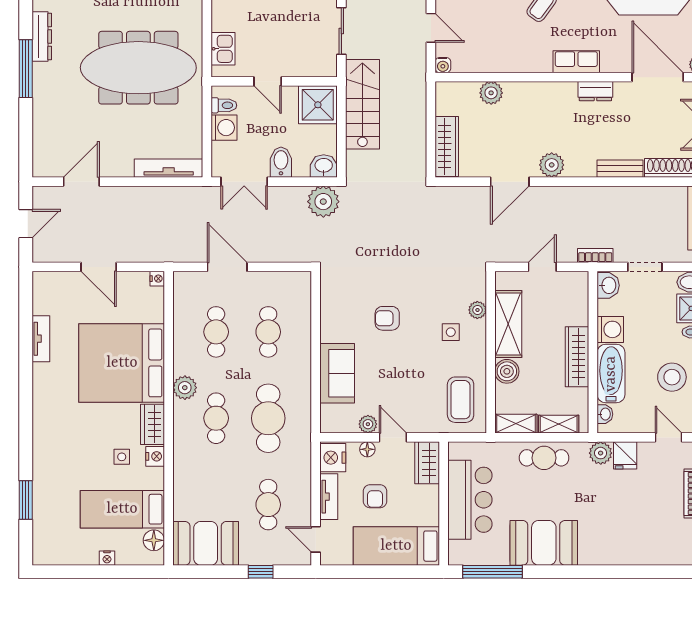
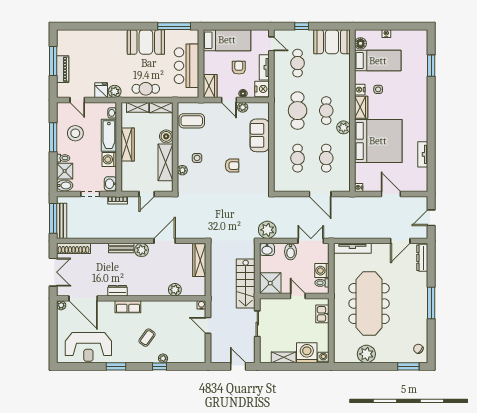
dresser: (42, 37) -> (422, 258), moved
meeting table: (138, 68) -> (369, 304), turned 90
bench: (620, 169) -> (121, 248), moved
coffee table: (461, 400) -> (192, 121), turned 90

